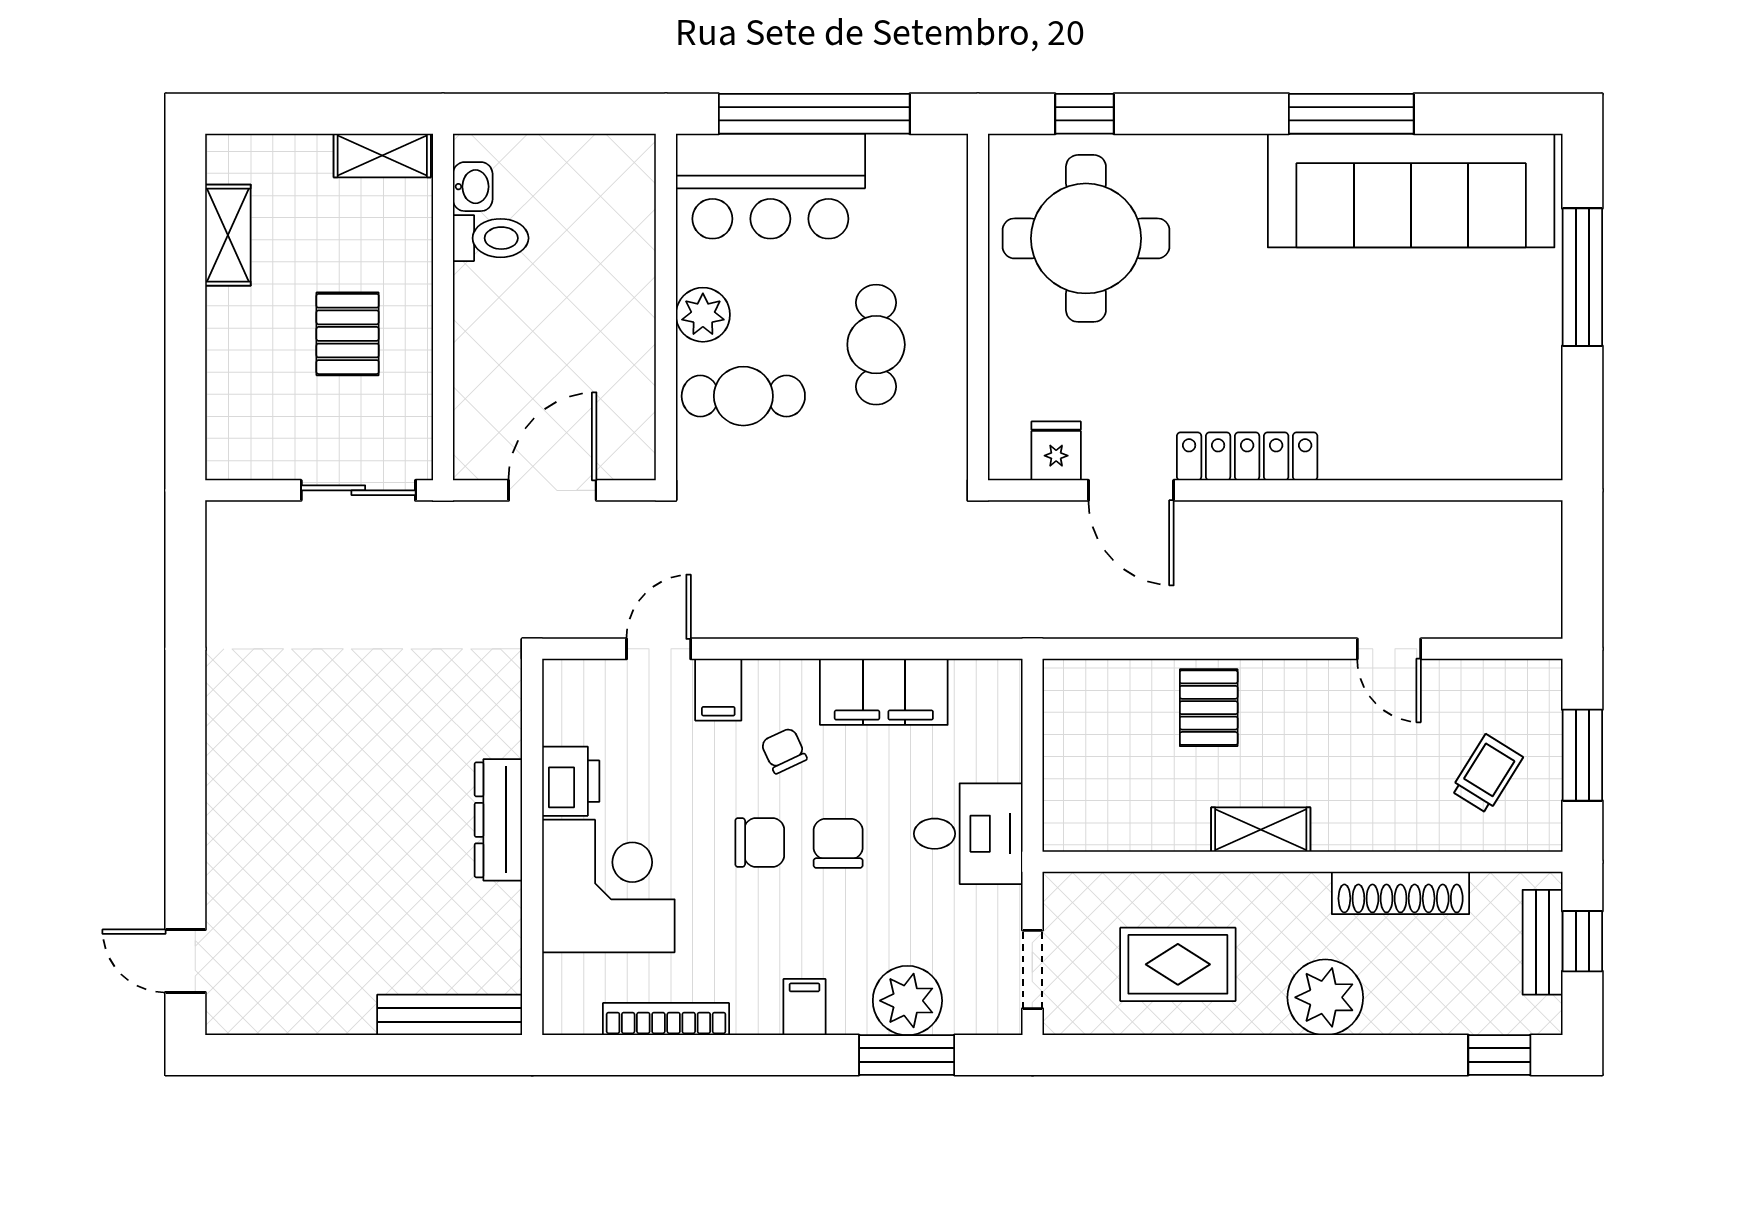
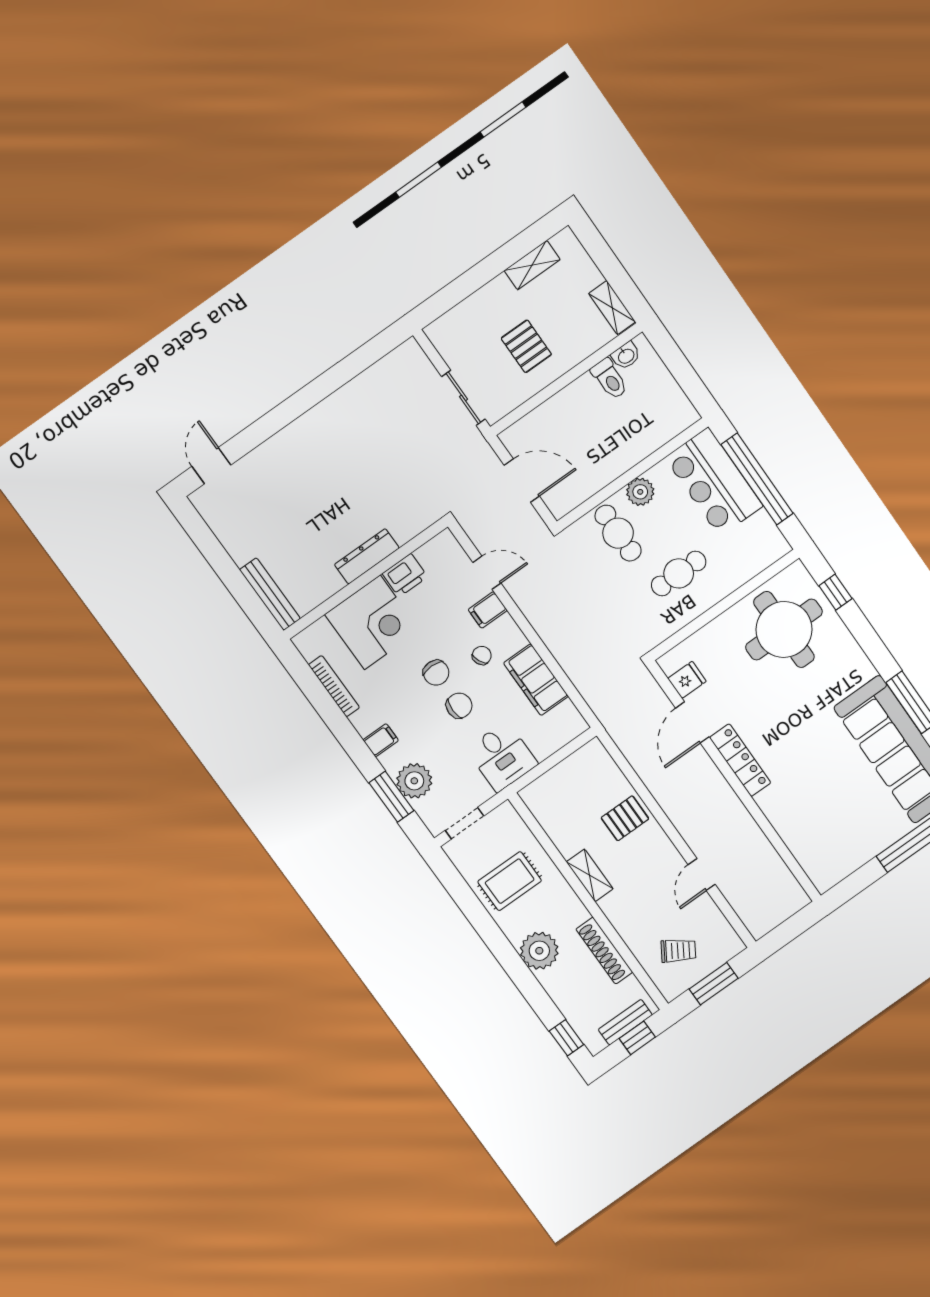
pallet: (348, 334) -> (526, 346), turned 90
rug: (1178, 964) -> (510, 881), turned 90

